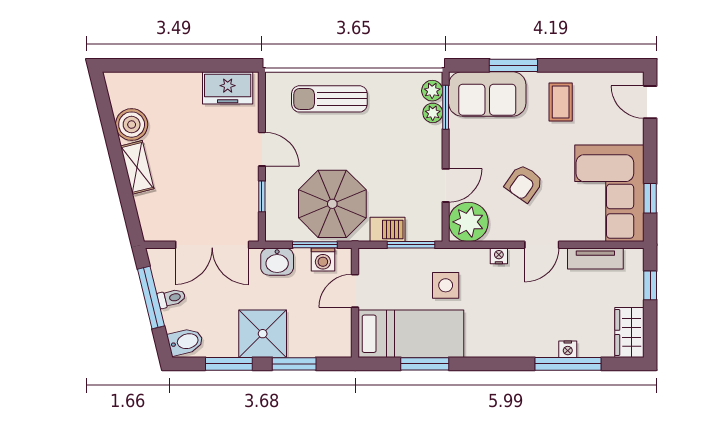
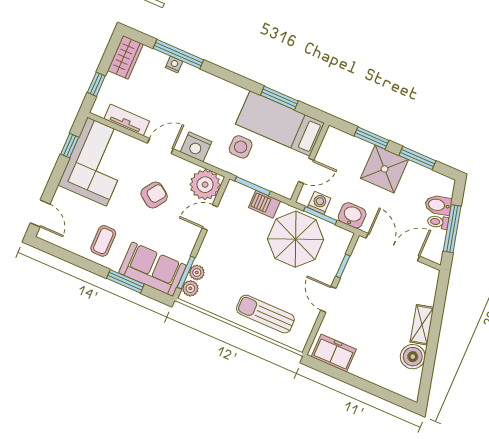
sun lounger: (329, 99) -> (265, 314), turned 180
nightstand: (499, 256) -> (196, 147), width x1.89, depth x1.79
bidet: (185, 342) -> (438, 205), moved

